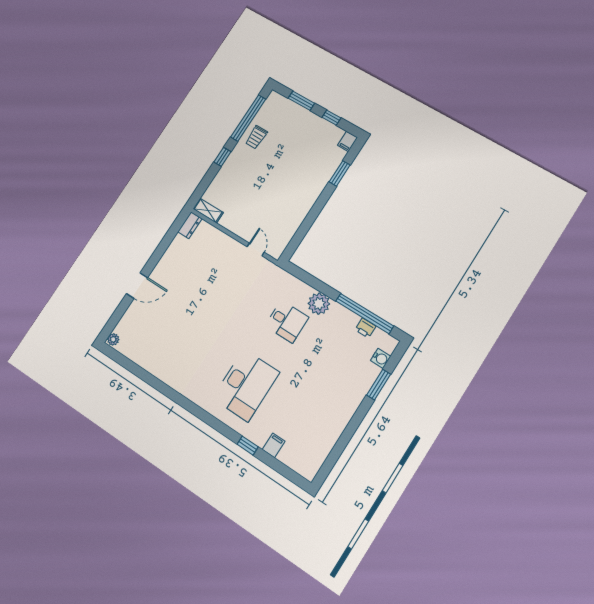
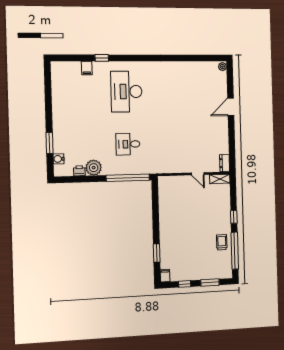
door: (256, 250) -> (198, 174), moved
plant: (319, 304) -> (94, 168), moved
window: (365, 314) -> (128, 178), moved

